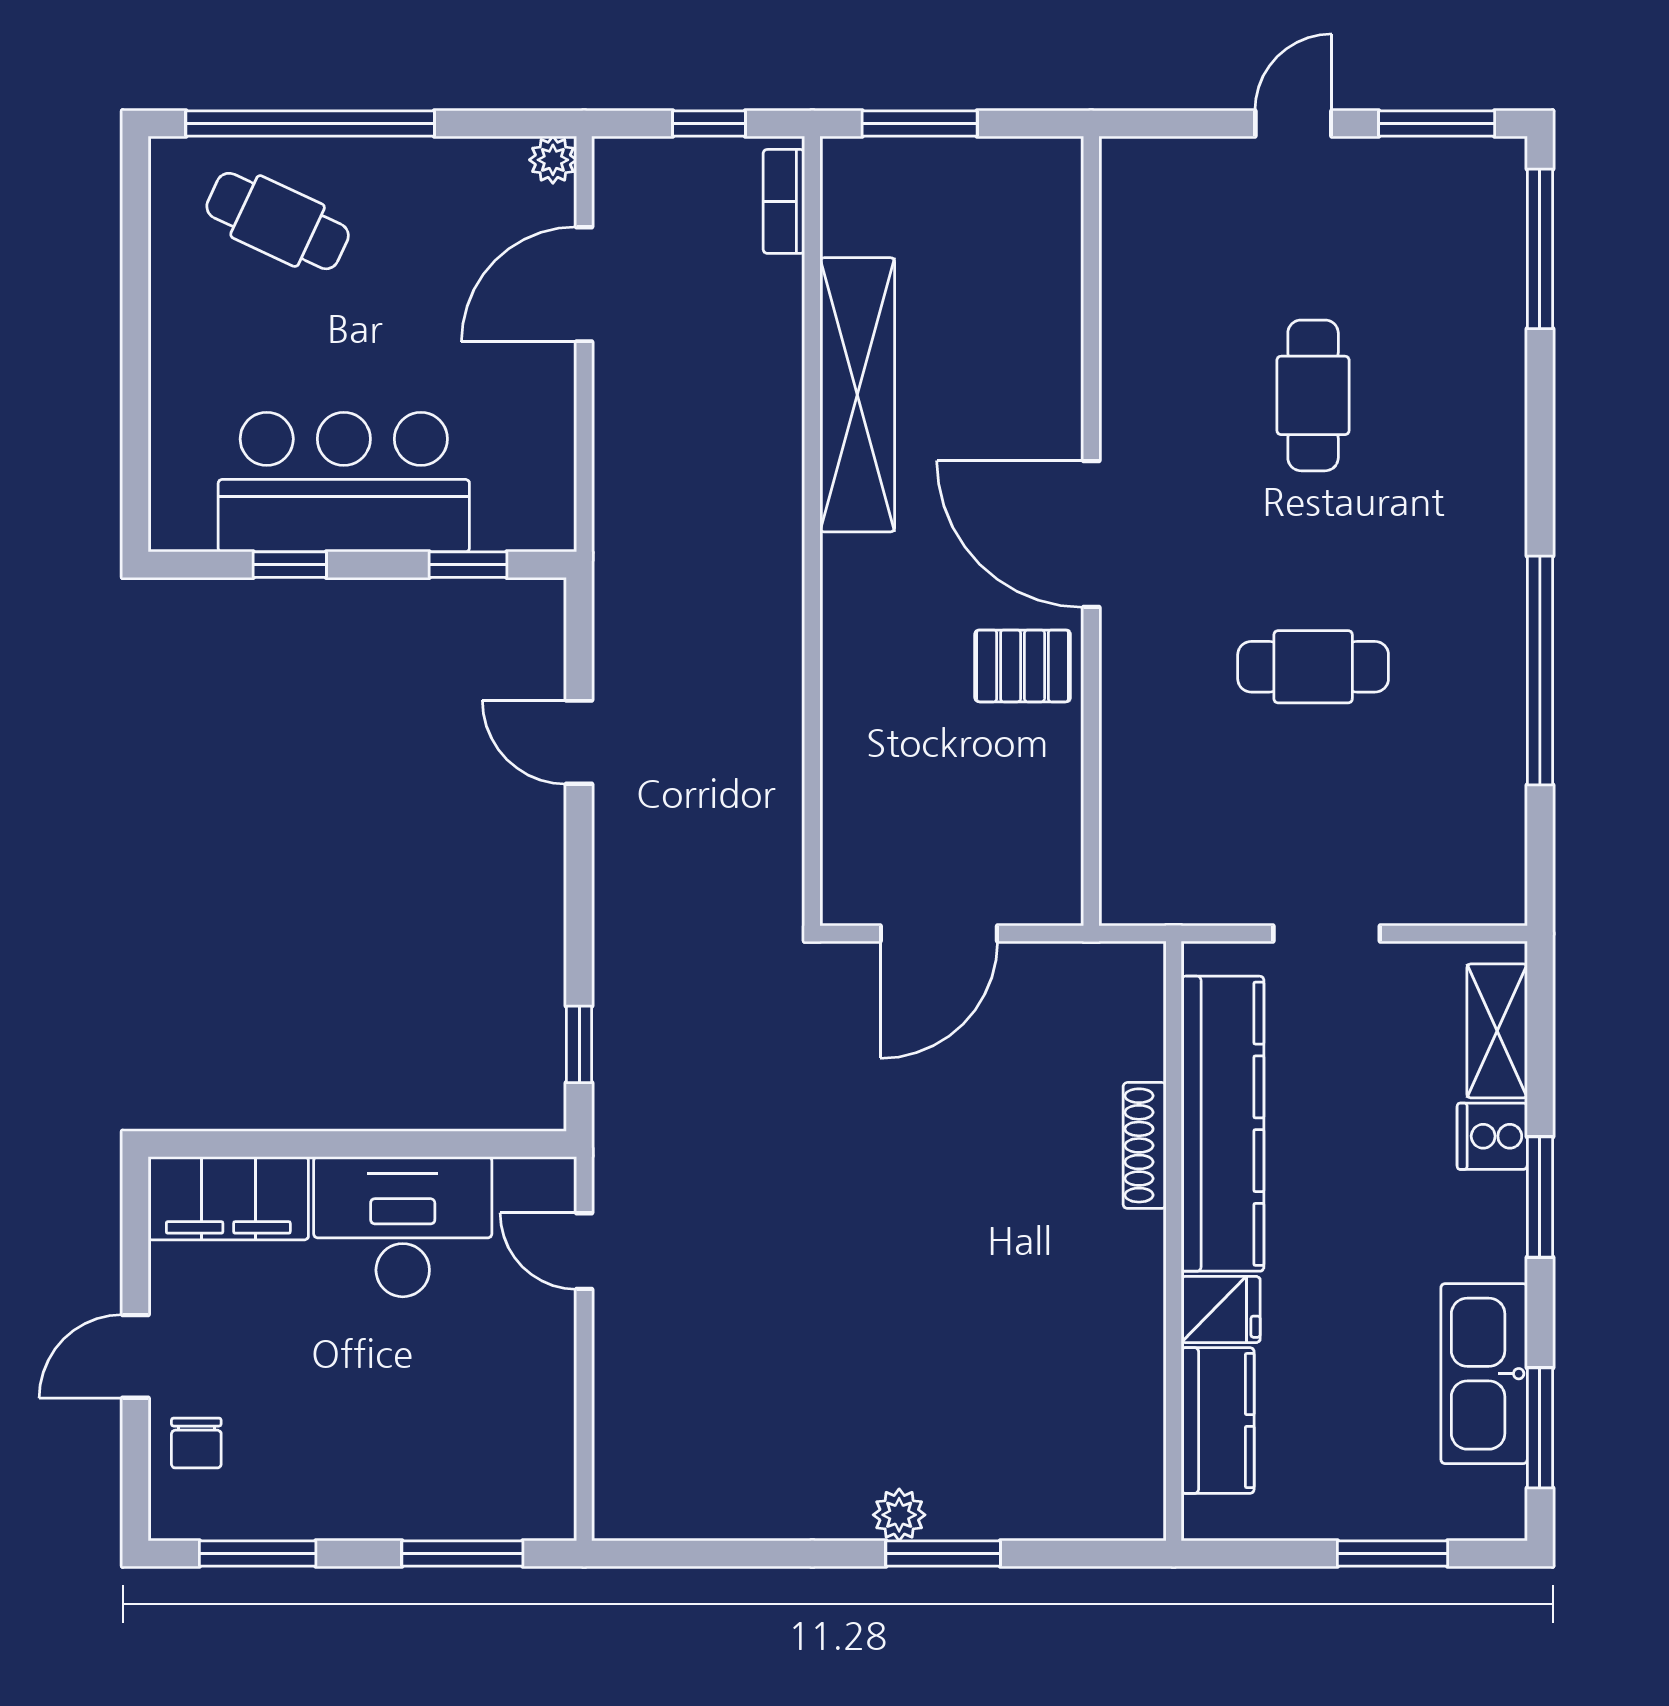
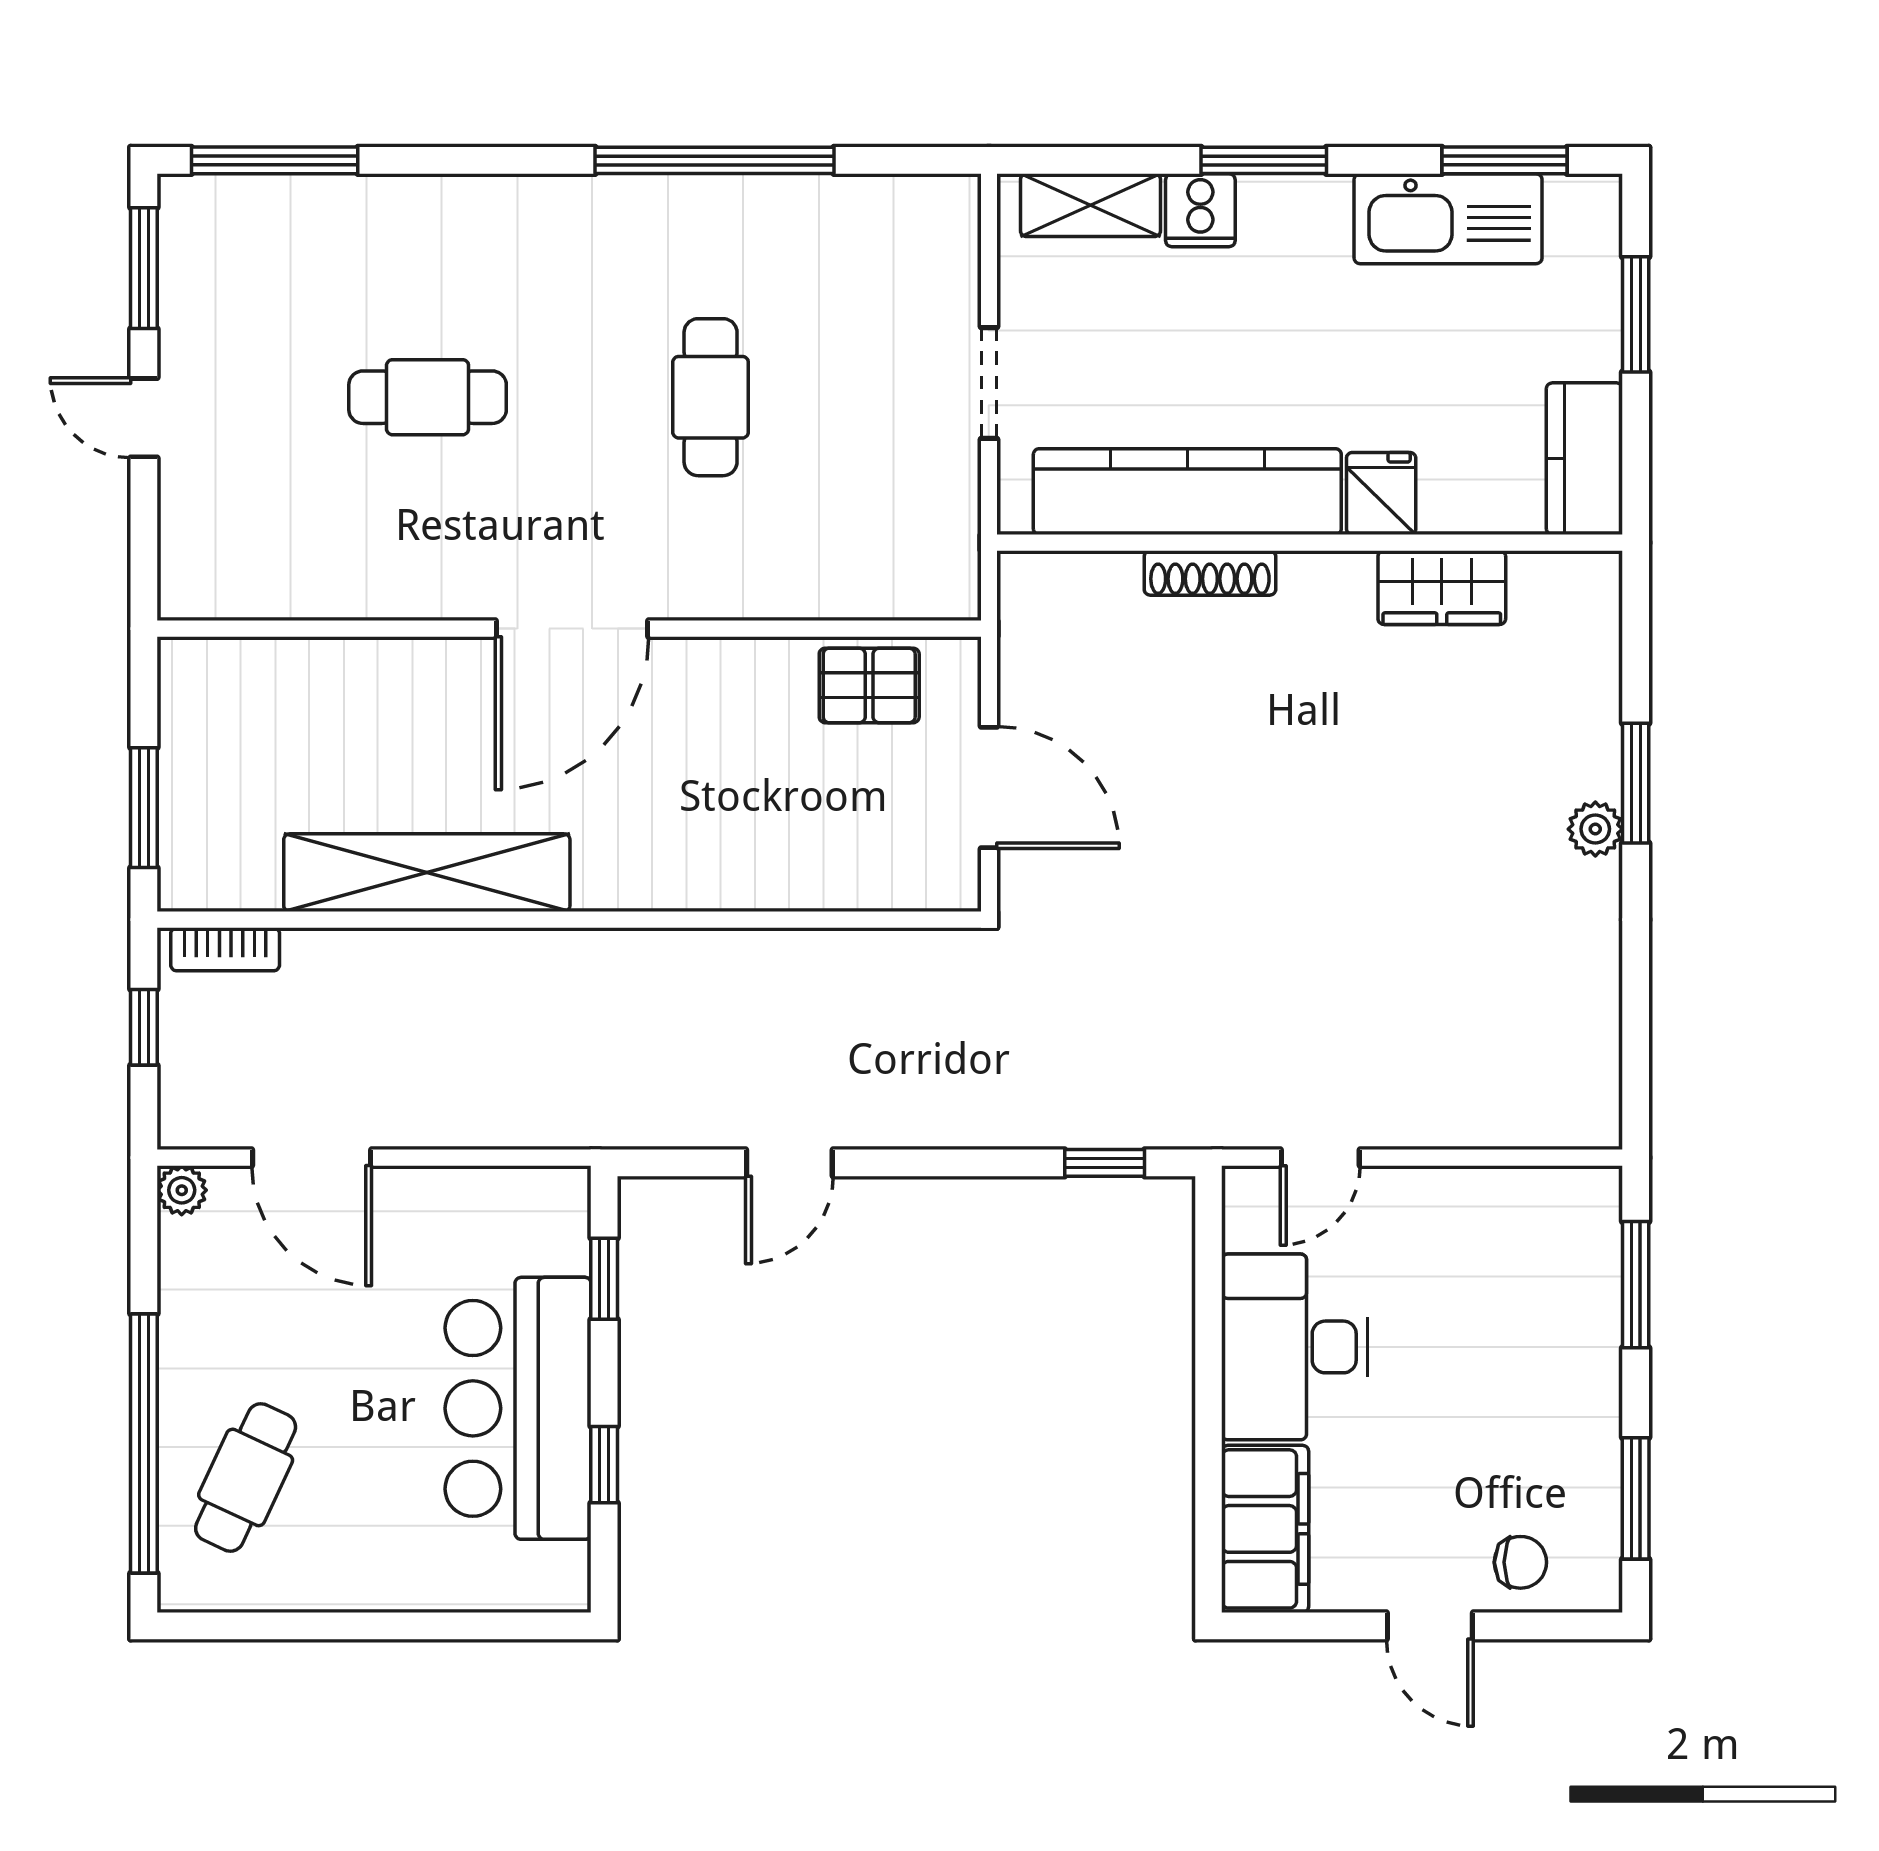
pallet: (1023, 666) -> (869, 685), moved, turned 90
wardrobe: (1131, 1368) -> (1442, 588), added
kitchen counter: (1218, 1421) -> (1584, 459), moved, turned -90

